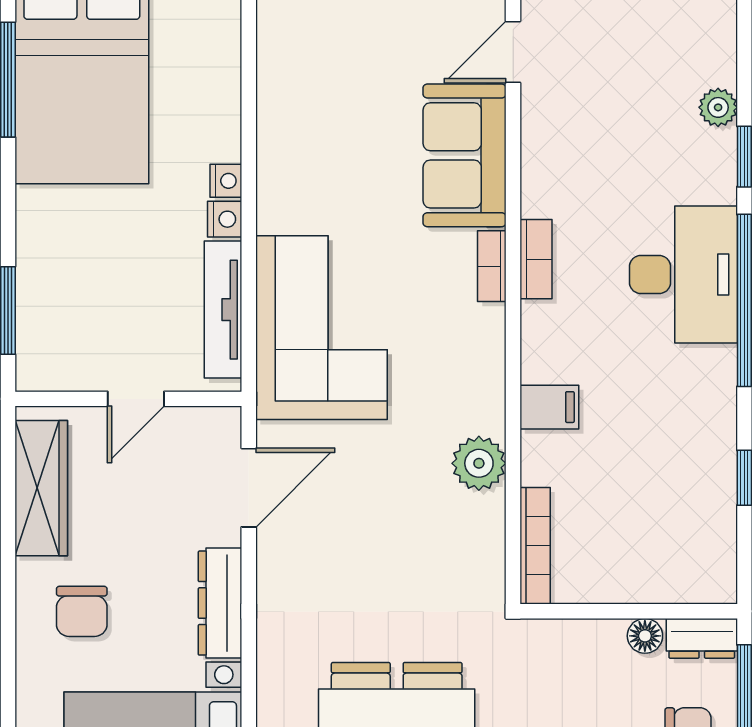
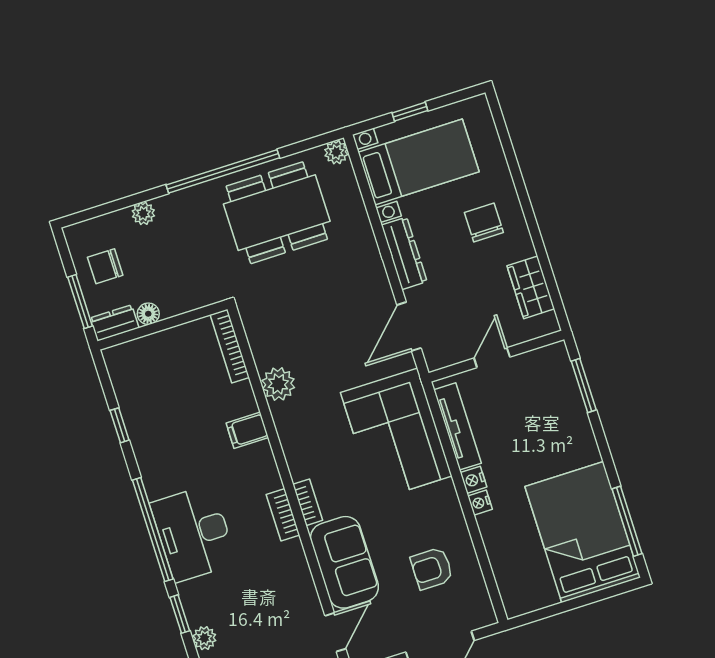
armchair: (333, 103) -> (432, 568), added
wardrobe: (41, 488) -> (531, 287), width x0.67

